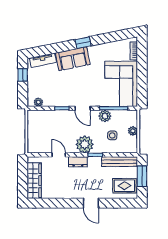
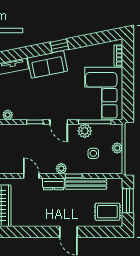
plant: (85, 144) -> (61, 168), width x0.53, depth x0.53
bench: (120, 162) -> (86, 184), moved

